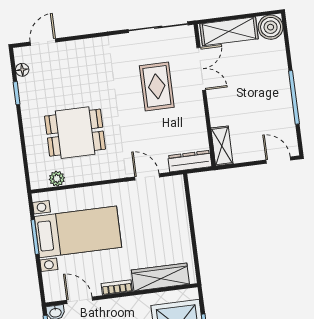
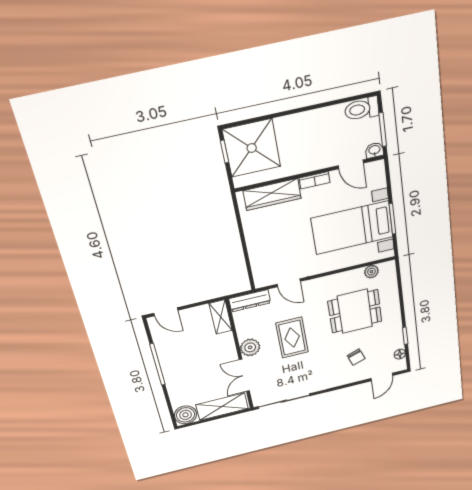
chair: (74, 74) -> (356, 357), added
rug: (157, 86) -> (292, 338), moved
plant: (193, 104) -> (250, 347), added

